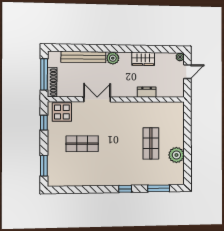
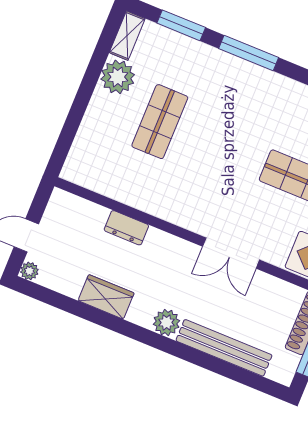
shelving: (180, 174) -> (127, 36), added
window: (125, 189) -> (249, 53), width x2.17

